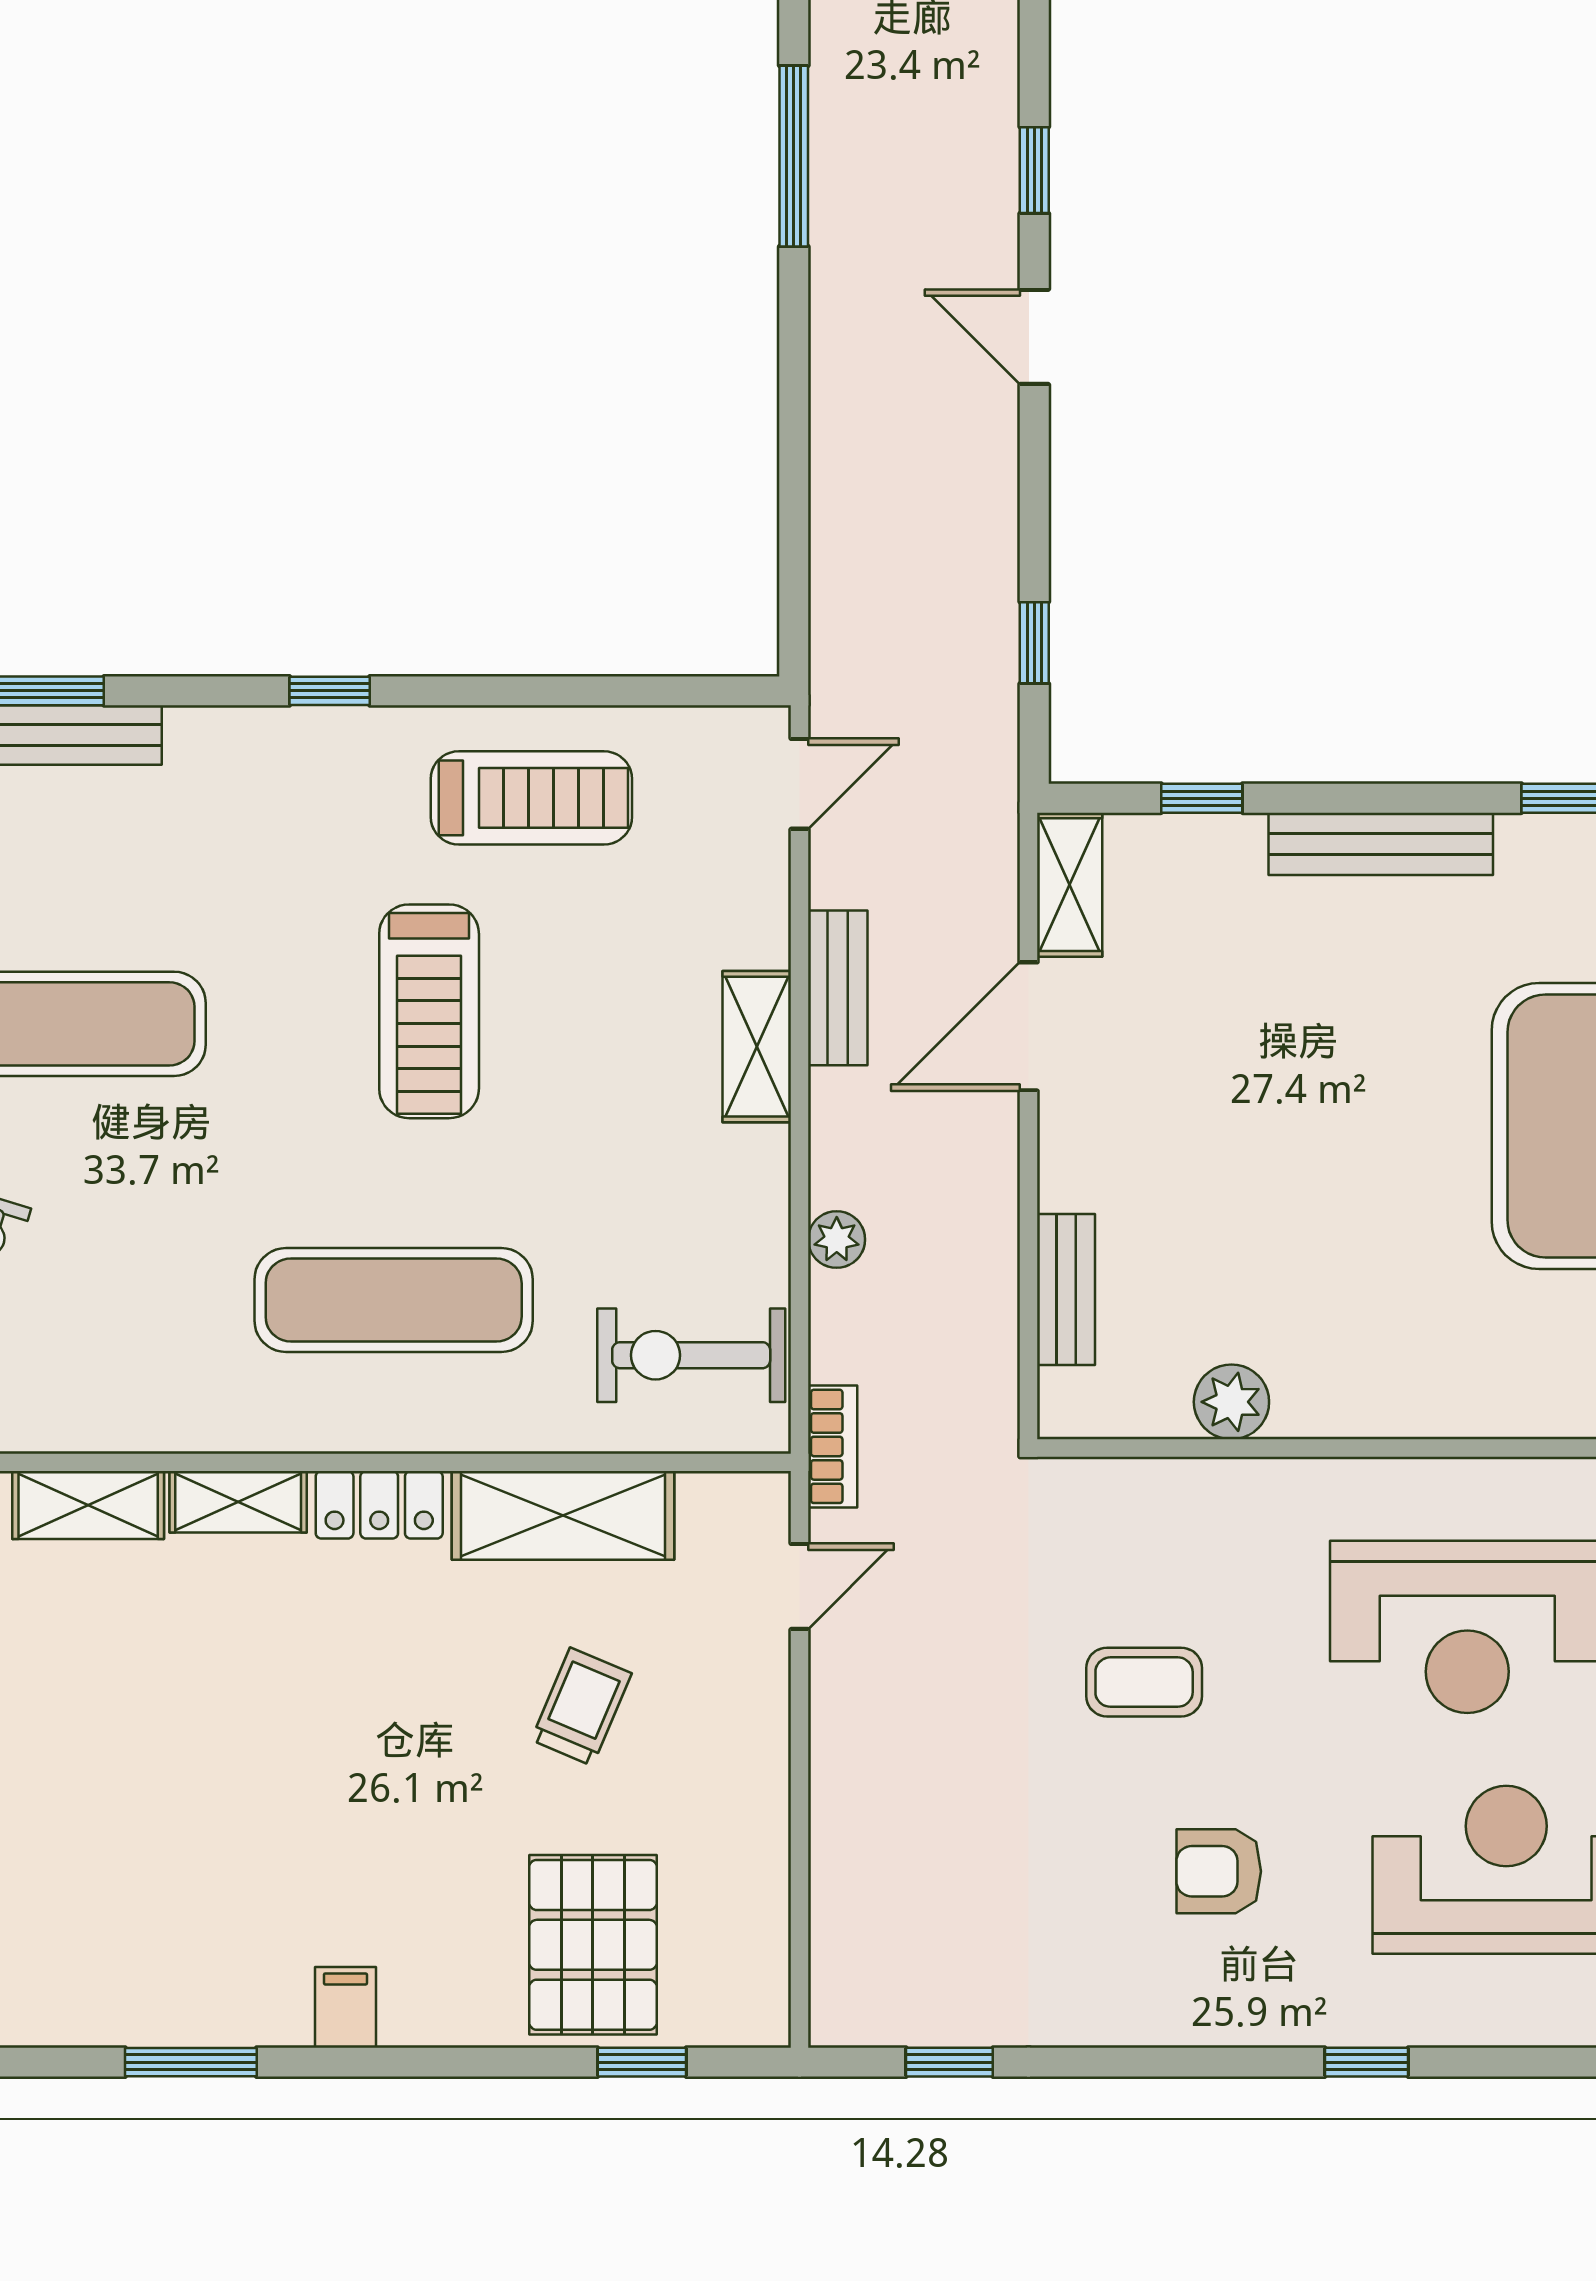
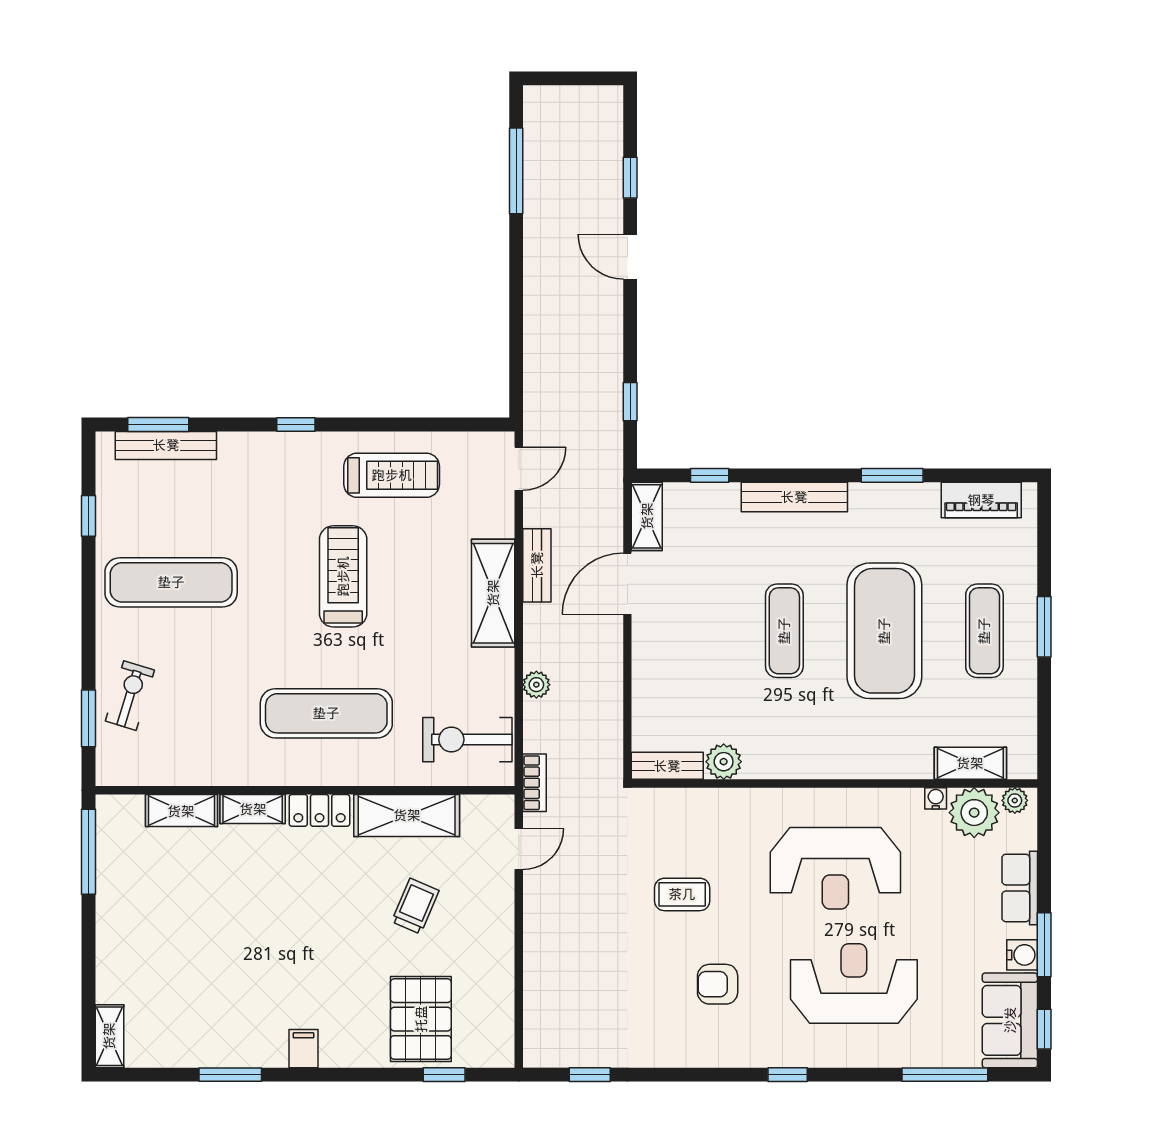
treadmill: (429, 1011) -> (343, 576), turned 180
shelving: (757, 1047) -> (493, 593), width x1.50, depth x1.33
exercise mat: (1360, 1126) -> (784, 631), added
bench: (1066, 1290) -> (667, 766), moved, turned 90

